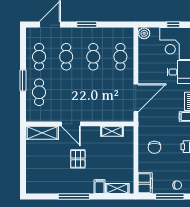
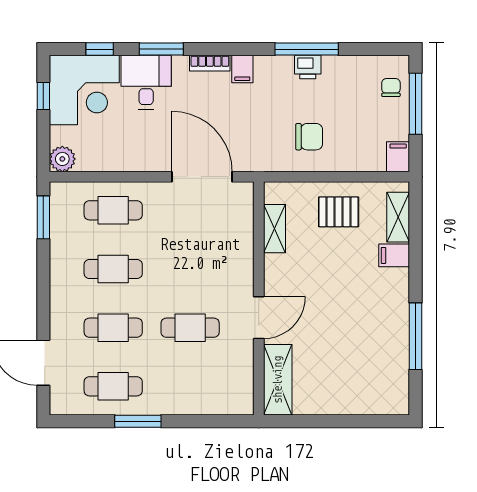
window: (87, 24) -> (43, 217), moved
window: (23, 81) -> (138, 421), moved
cafe table: (39, 92) -> (190, 328), moved
pallet: (78, 159) -> (339, 212), moved
filing cabinet: (145, 183) -> (398, 157), width x0.50
window: (74, 197) -> (416, 336), moved

